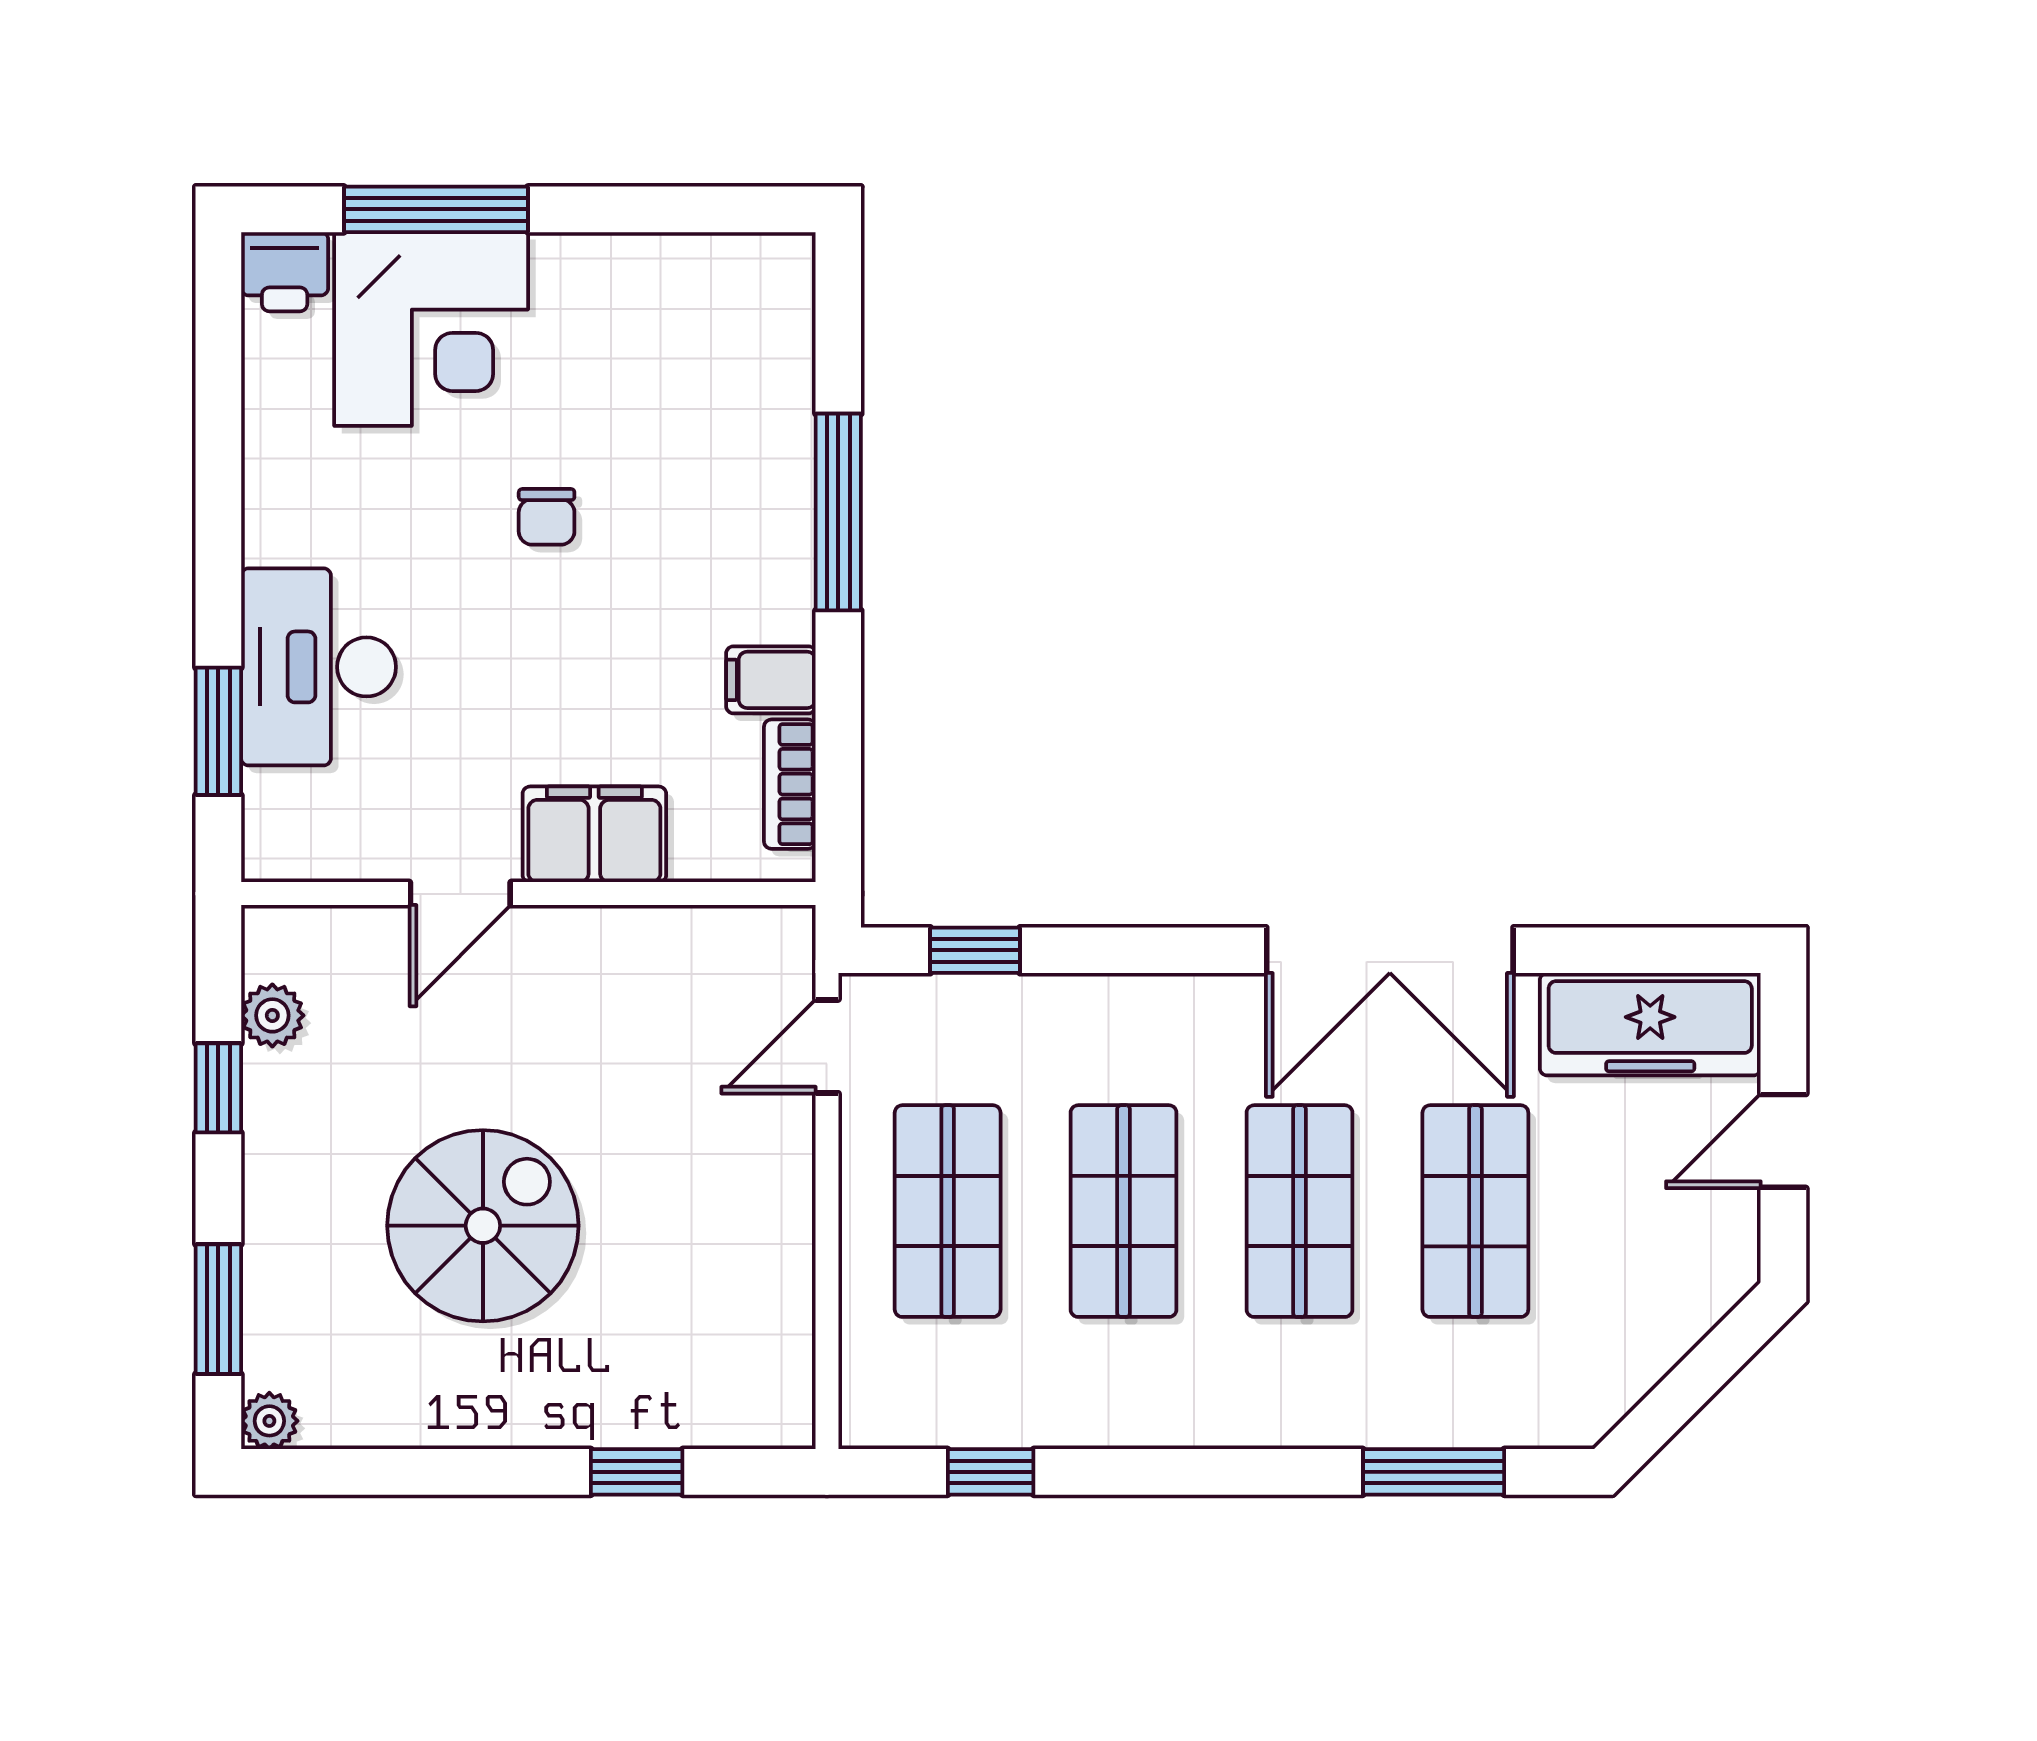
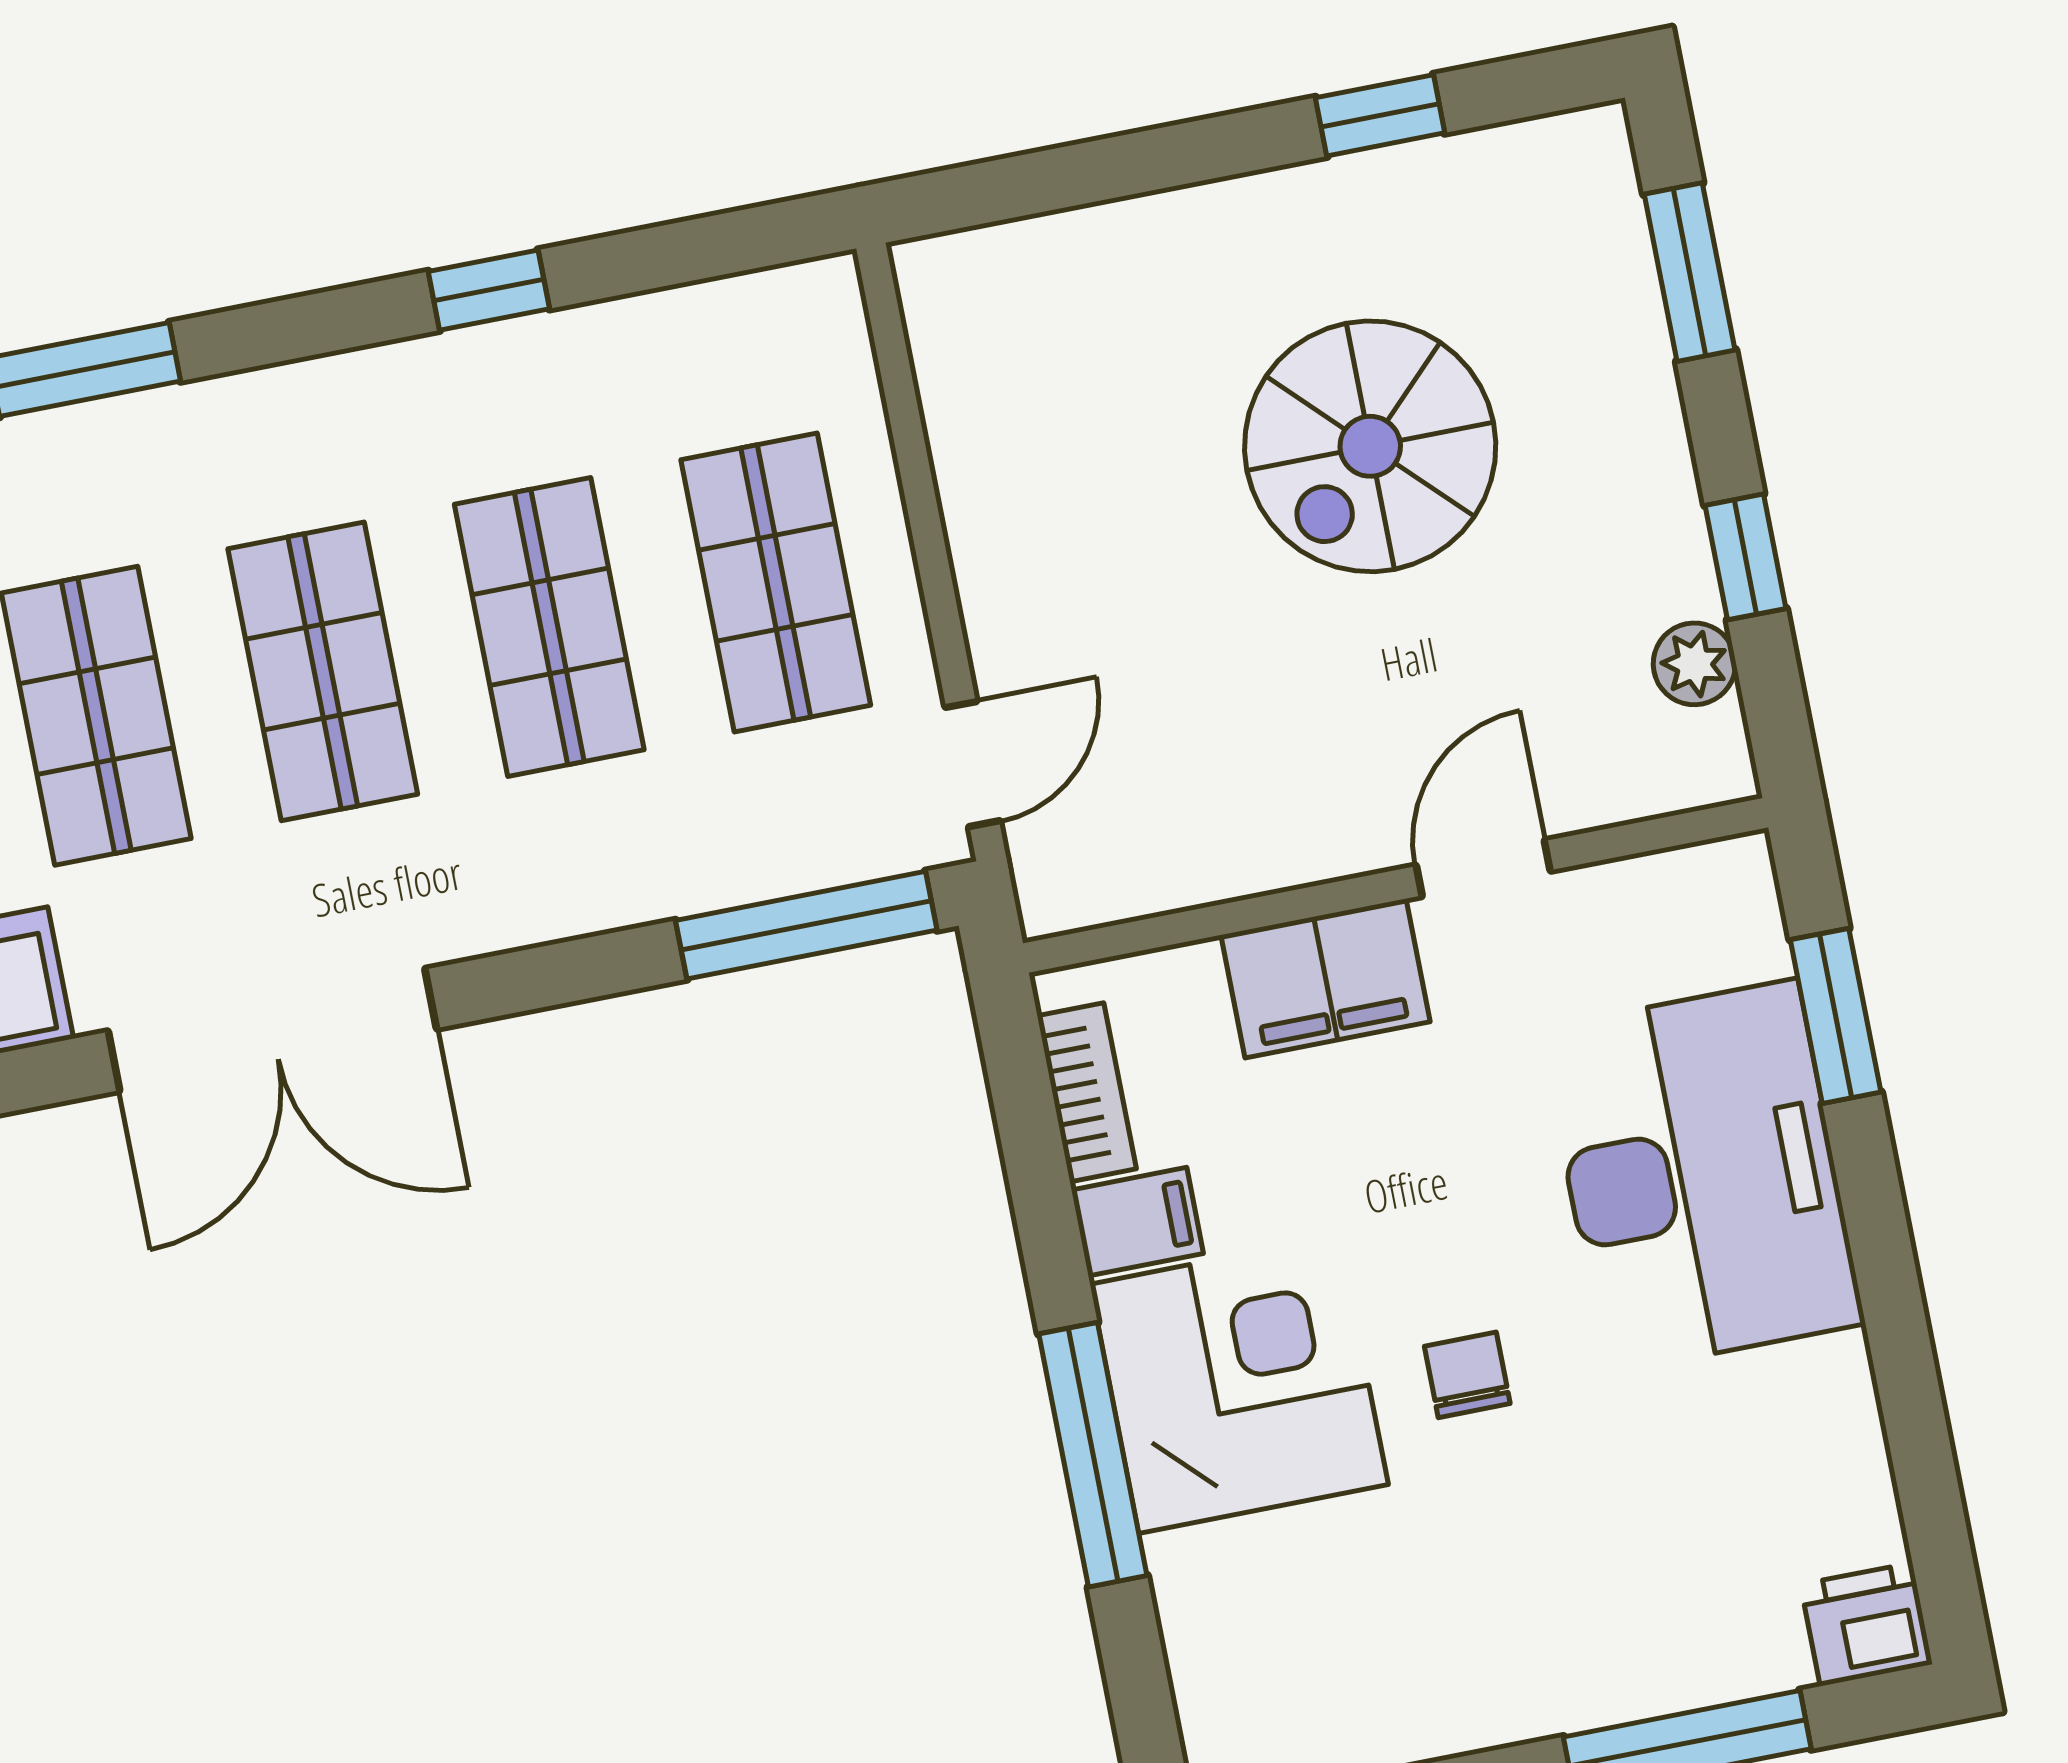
corner desk: (431, 329) -> (1239, 1384), moved, turned 90
desk: (318, 667) -> (1702, 1176), width x1.36, depth x1.30
window: (975, 950) -> (806, 925), width x2.17
double door: (1390, 950) -> (272, 1030), swing flipped
plant: (269, 1421) -> (1596, 141), removed
window: (637, 1472) -> (1380, 115), moved
window: (991, 1472) -> (489, 290), moved

